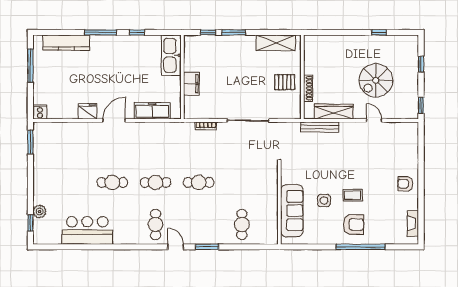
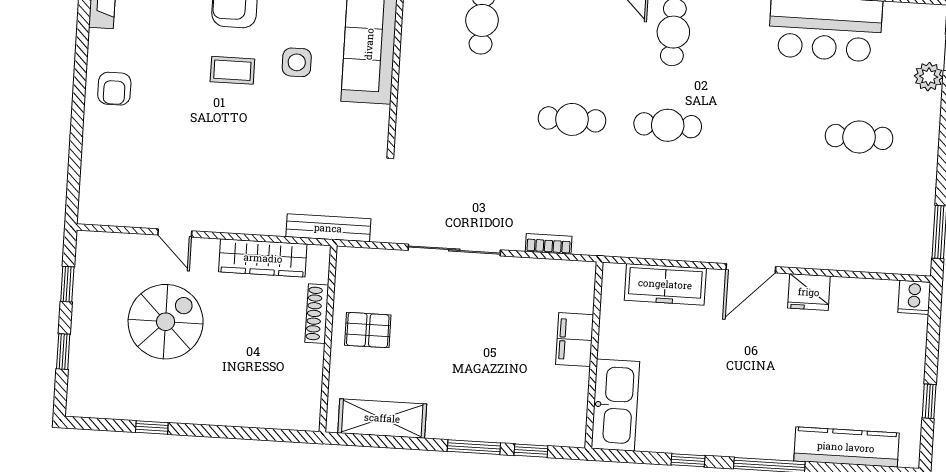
window: (30, 66) -> (929, 401), width x0.46
window: (421, 105) -> (67, 284), moved
bench: (320, 127) -> (328, 228), moved
cafe table: (112, 182) -> (859, 137), moved
armchair: (405, 184) -> (114, 89), turned 90

